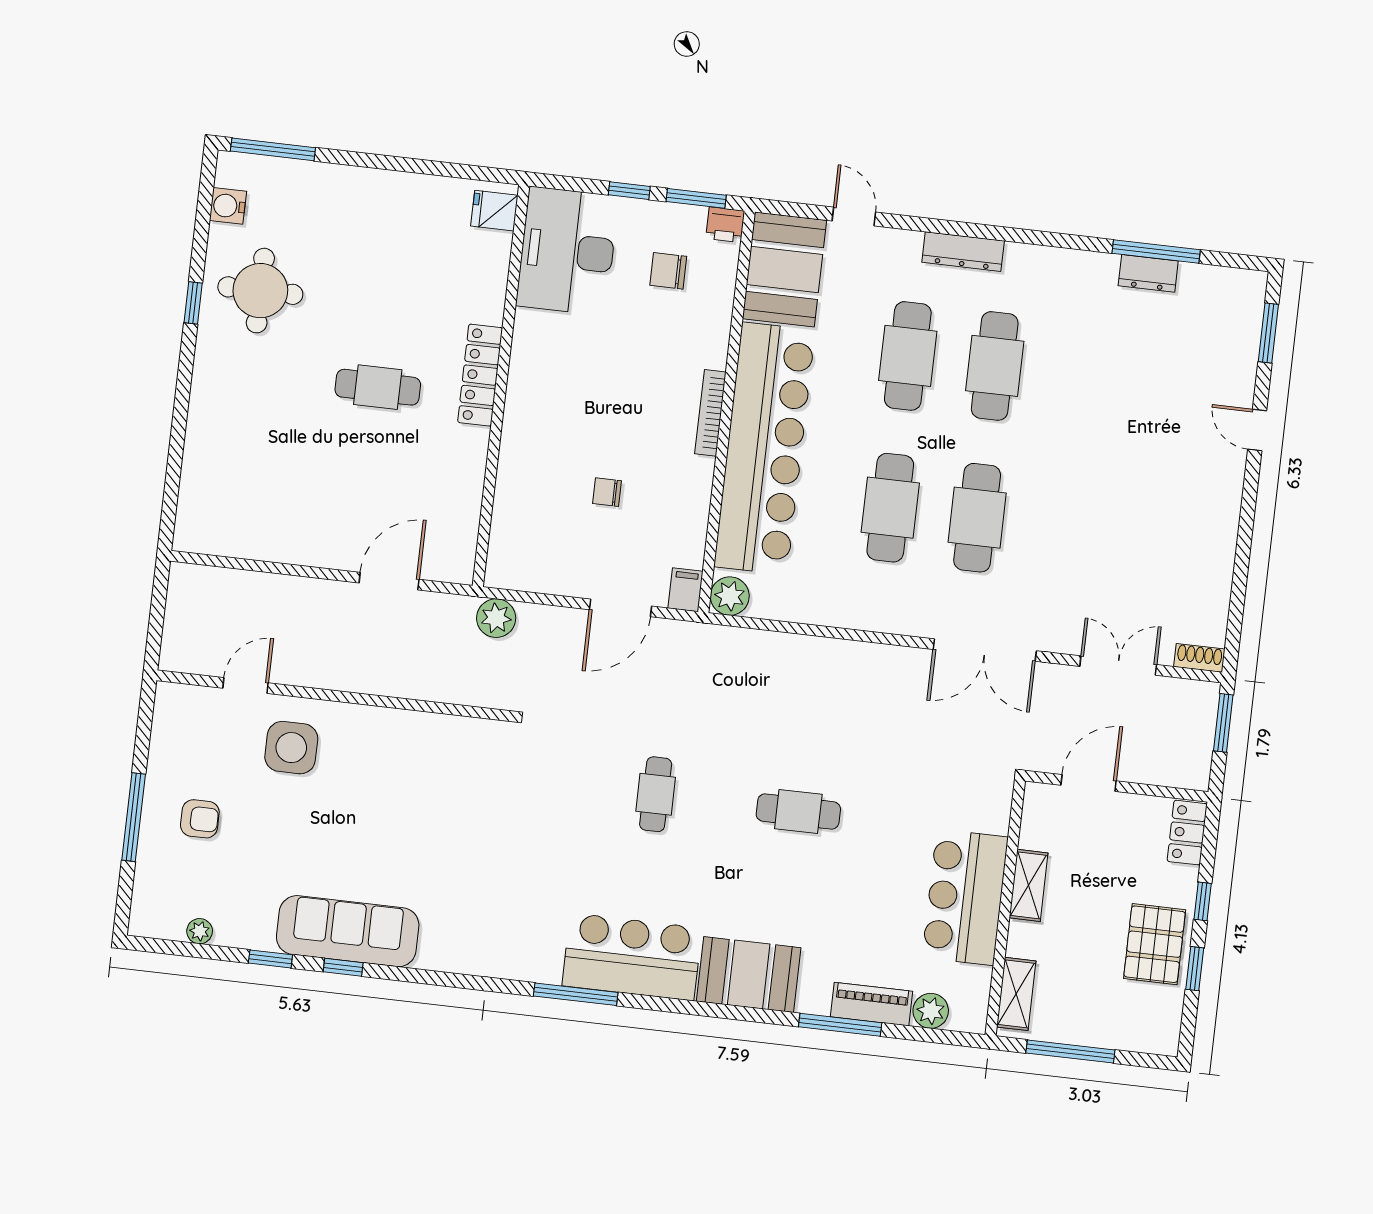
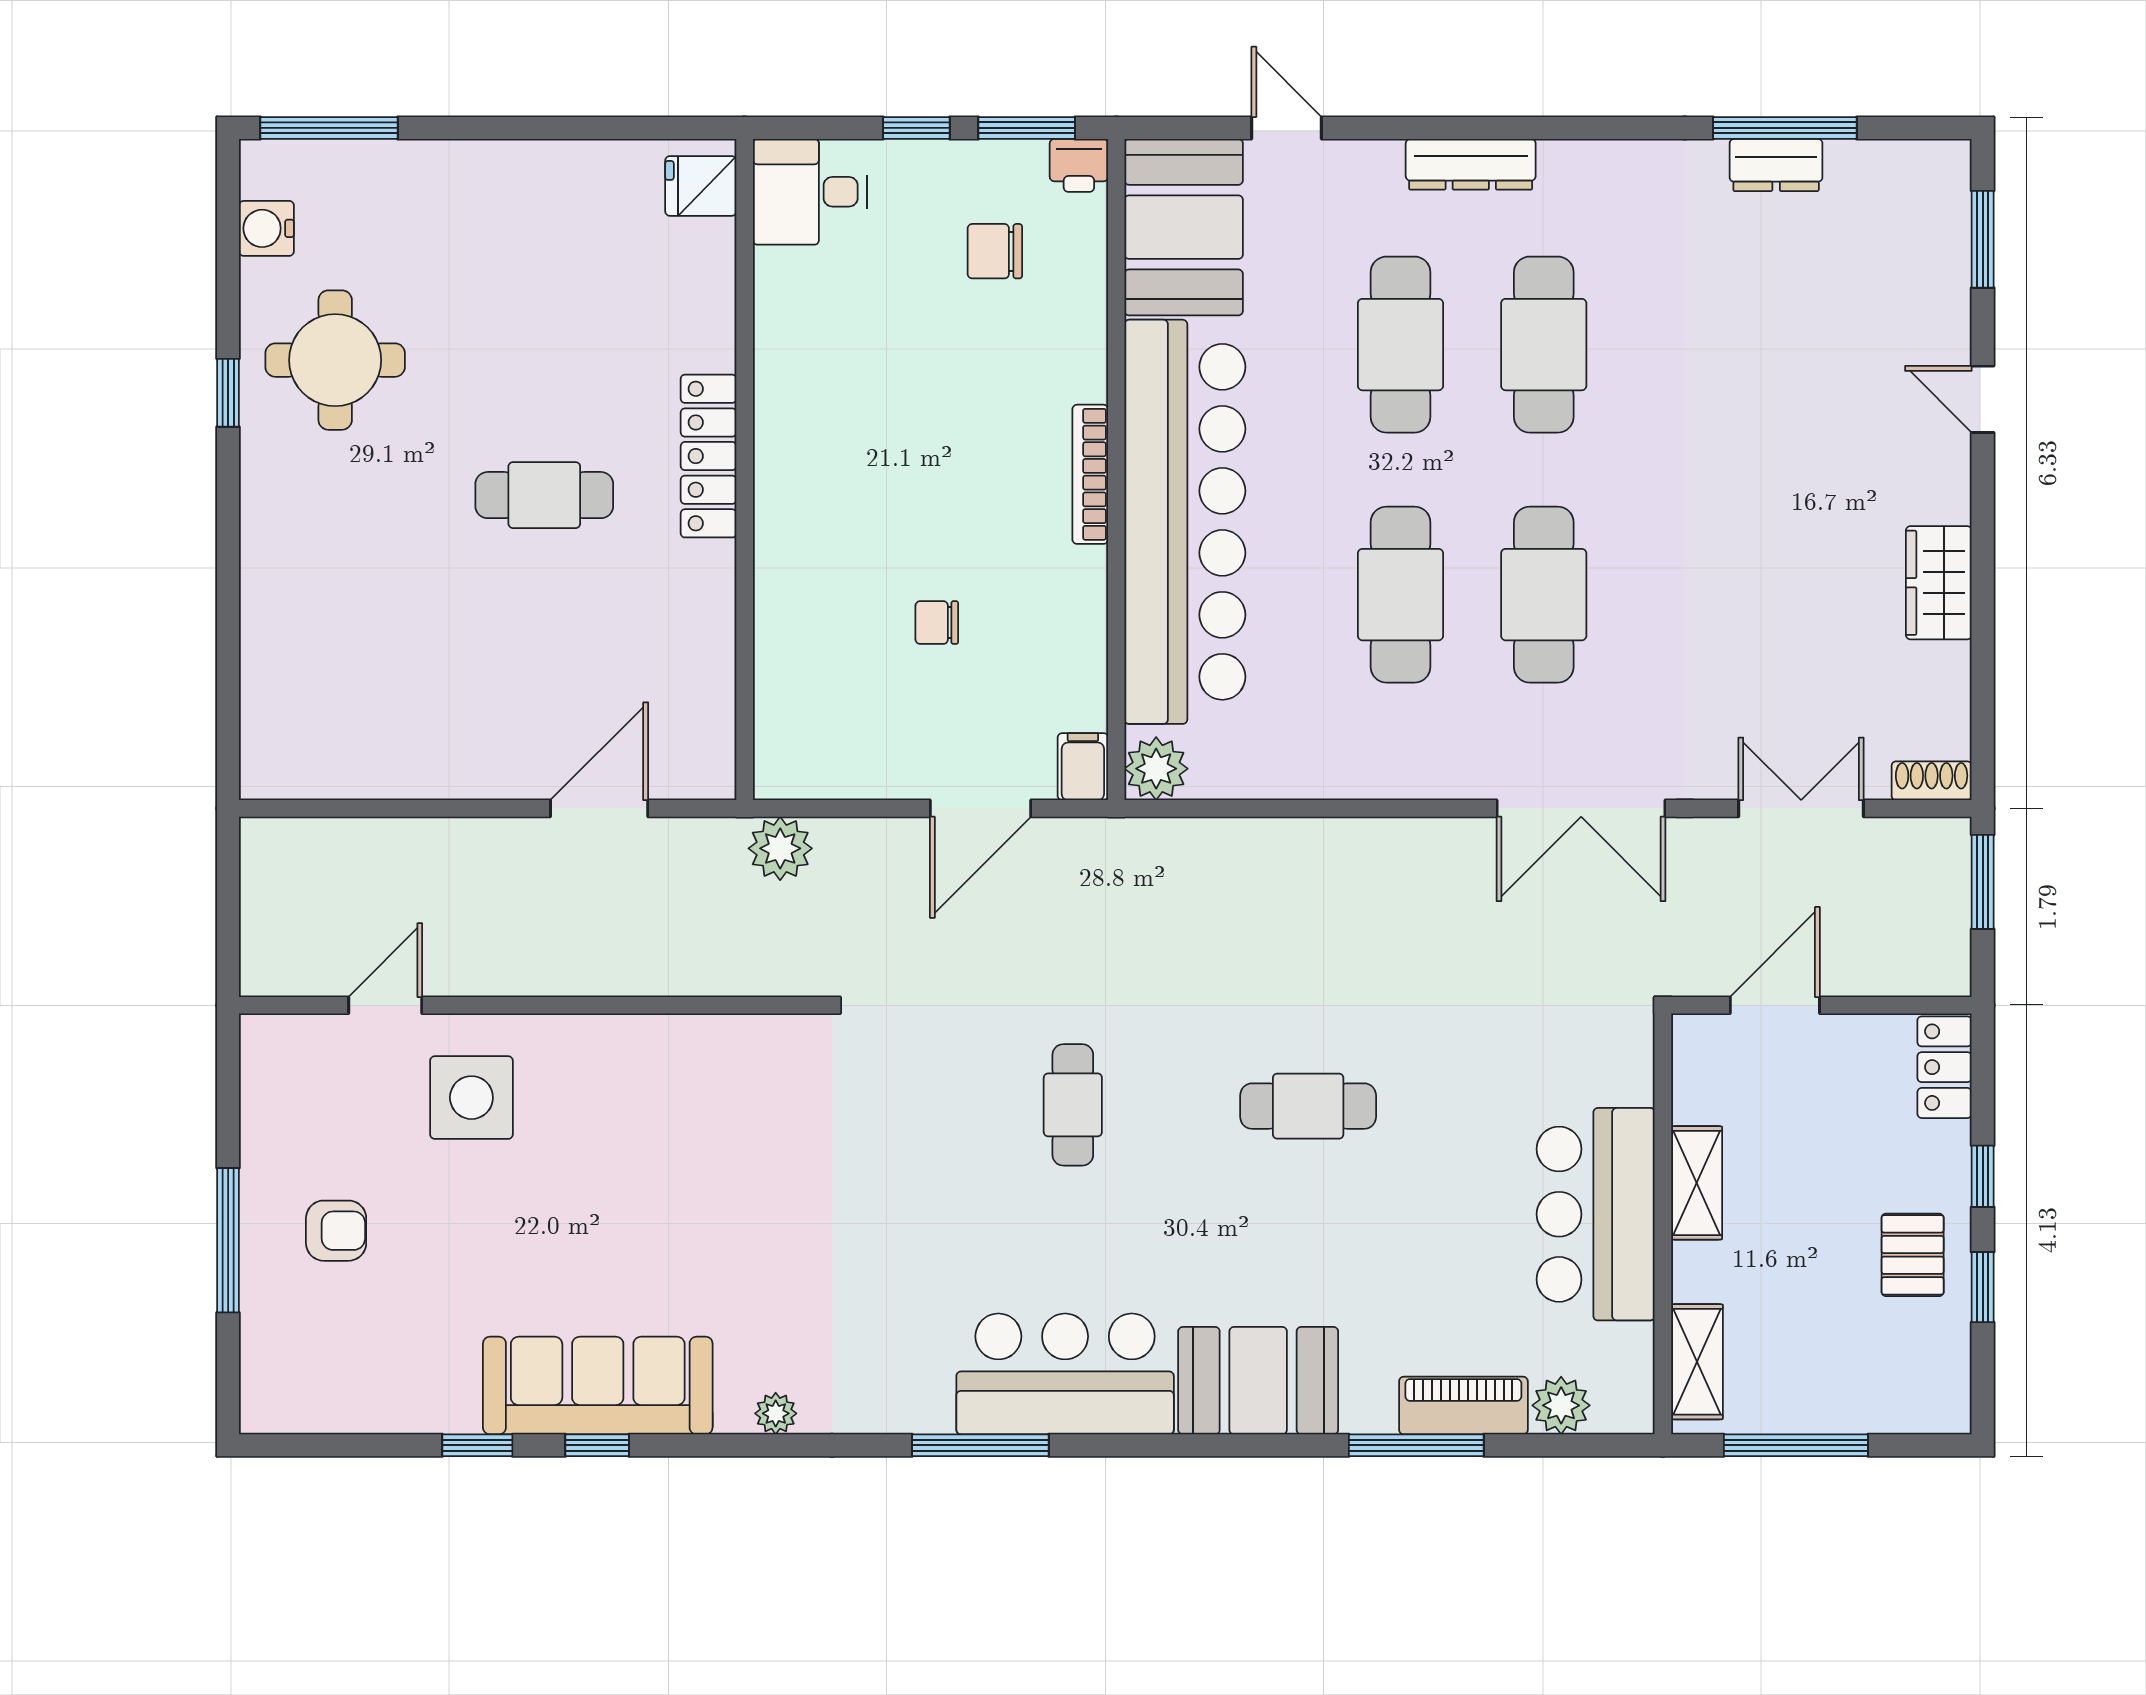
desk: (567, 251) -> (810, 192), width x0.53, depth x0.77
wardrobe: (1218, 538) -> (1939, 583), added
plant: (200, 931) -> (776, 1413), moved
pallet: (1155, 944) -> (1913, 1255), width x0.67, depth x0.71

